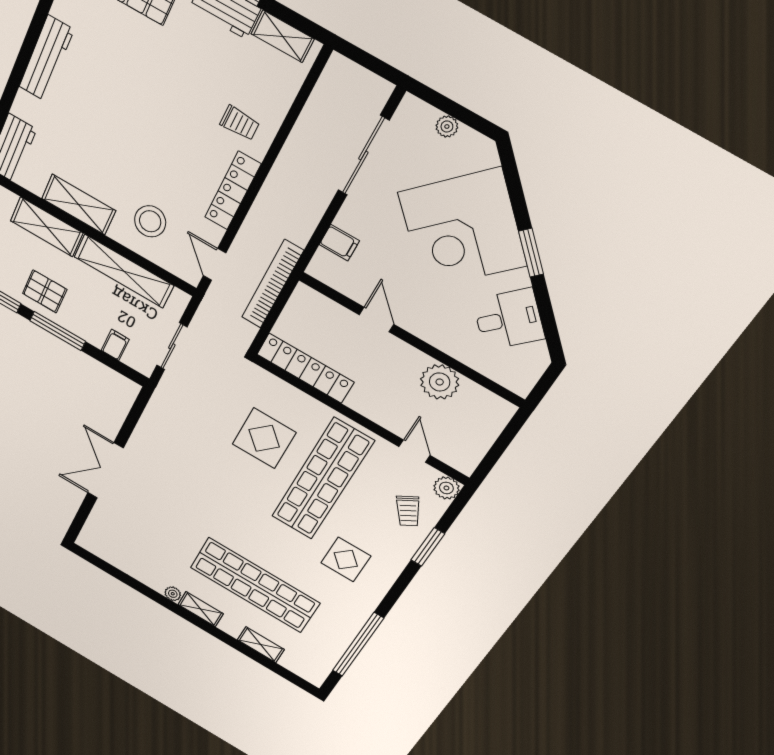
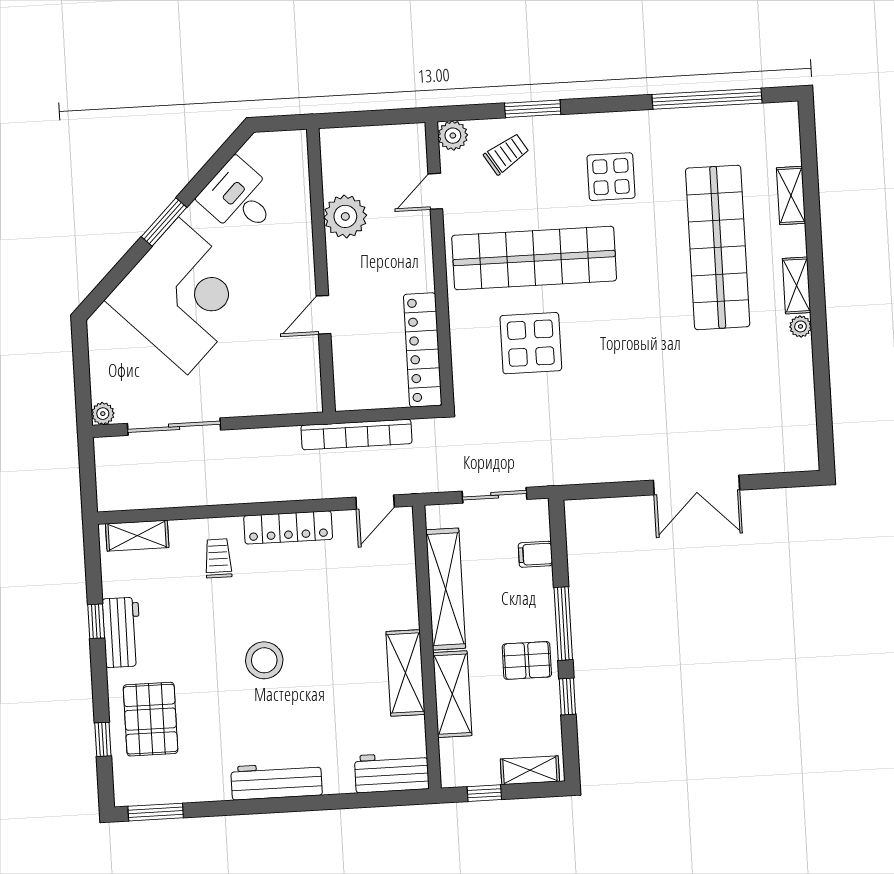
shelving: (283, 36) -> (137, 536), moved, turned 90
plant: (447, 126) -> (103, 414), moved
stool: (150, 221) -> (264, 660), moved
filing cabinet: (339, 243) -> (271, 397), removed
pallet: (45, 291) -> (527, 660), turned 90

